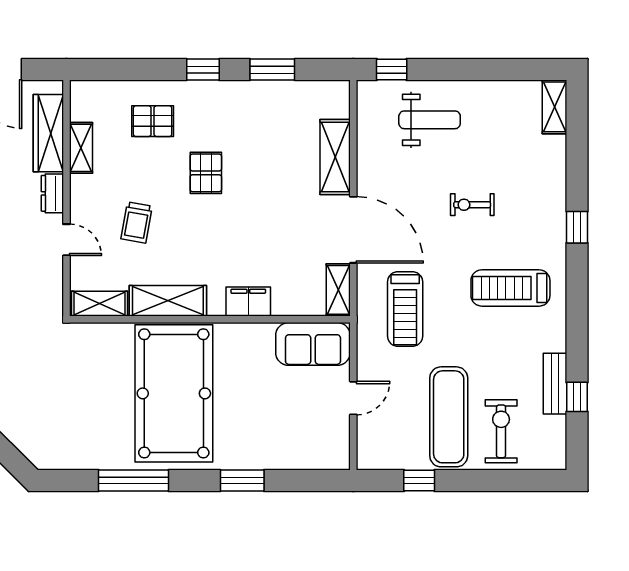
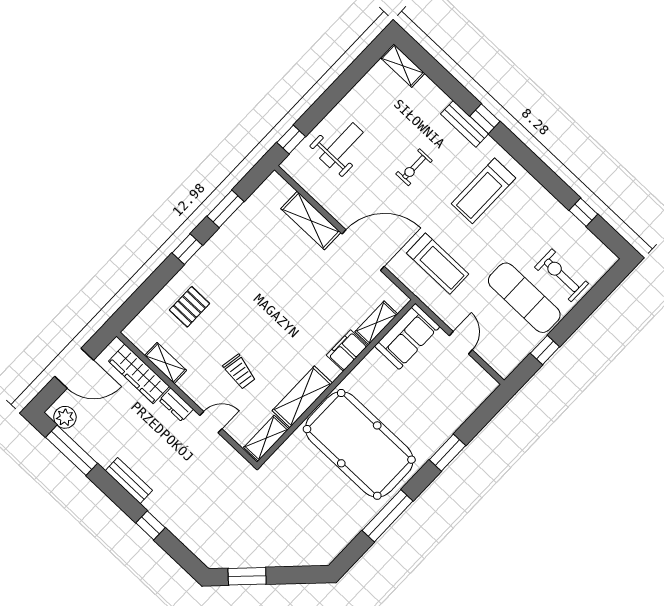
pallet: (206, 173) -> (249, 304), removed
shelving: (338, 290) -> (376, 323), moved, turned 90
bench: (555, 384) -> (465, 124), moved

